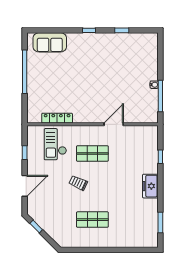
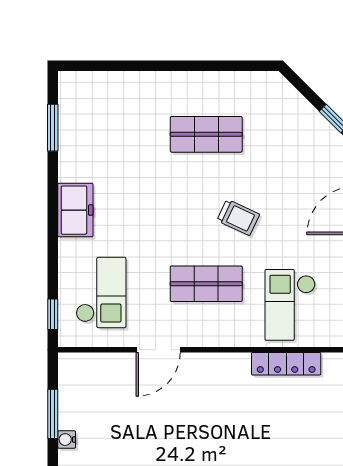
window: (160, 96) -> (53, 414), width x0.69
checkout: (55, 144) -> (290, 305), turned 180
checkout: (139, 150) -> (101, 292), added
window: (160, 157) -> (53, 314), moved

